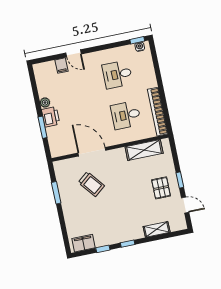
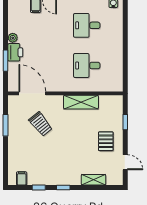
bookcase: (158, 112) -> (118, 68), removed
shelving: (144, 150) -> (81, 102), moved
door: (92, 152) -> (32, 93), moved
window: (180, 180) -> (125, 122), moved
filing cabinet: (84, 243) -> (22, 178), width x0.50

